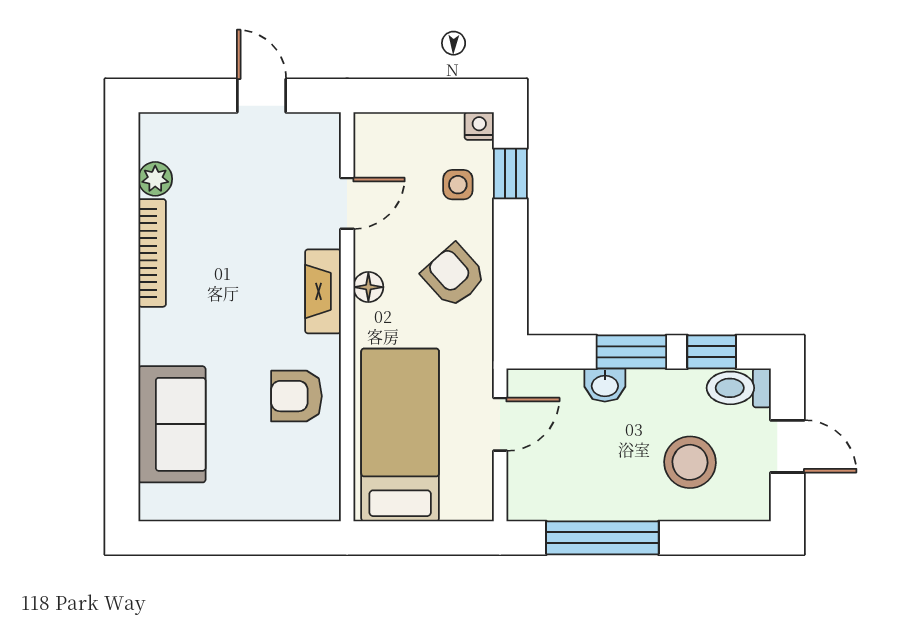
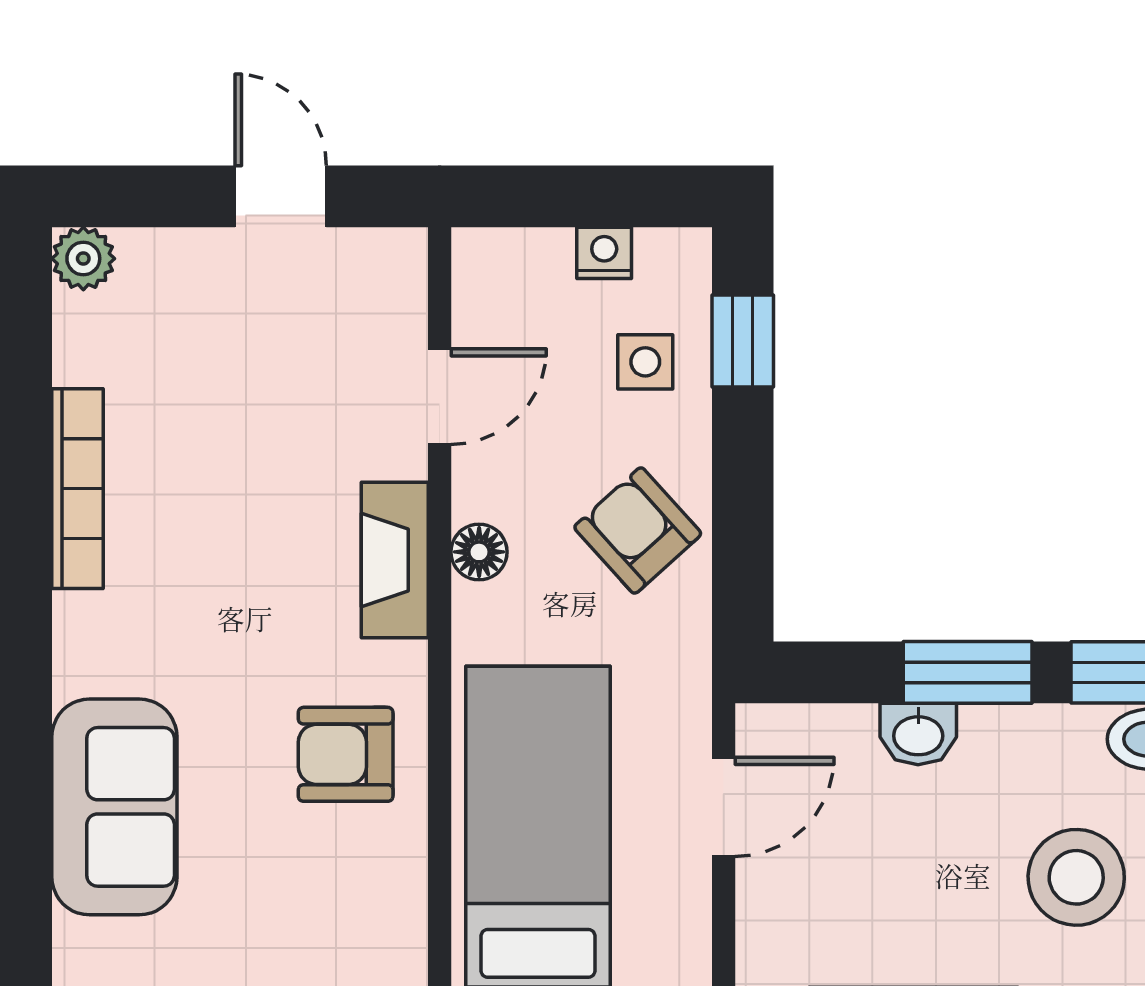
nightstand: (479, 126) -> (604, 253), moved
plant: (155, 179) -> (83, 259), moved

